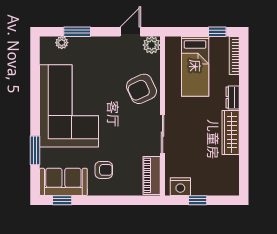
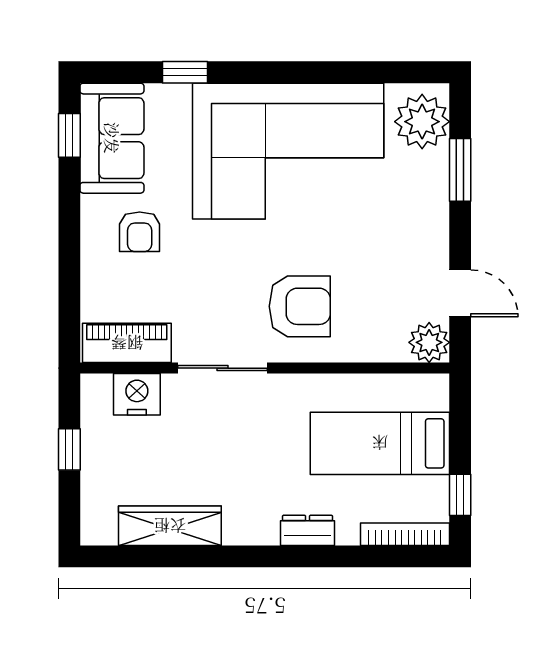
plant: (62, 43) -> (422, 122), width x1.87, depth x1.87
armchair: (142, 89) -> (300, 306), moved, turned 115
wardrobe: (231, 132) -> (170, 526), moved
window: (35, 150) -> (185, 72), width x0.67
nightstand: (180, 187) -> (137, 394), moved, turned 90

